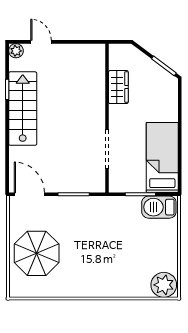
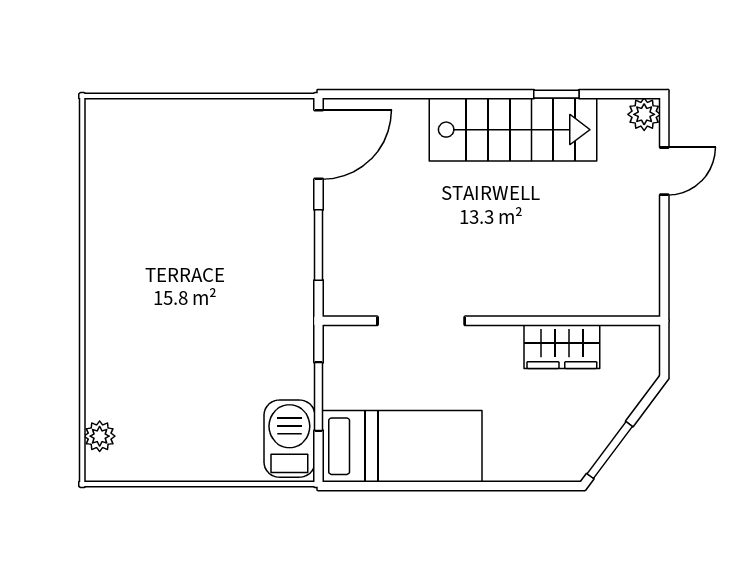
parasol: (37, 253) -> (185, 161), removed
plant: (164, 285) -> (100, 436), width x0.53, depth x0.53

